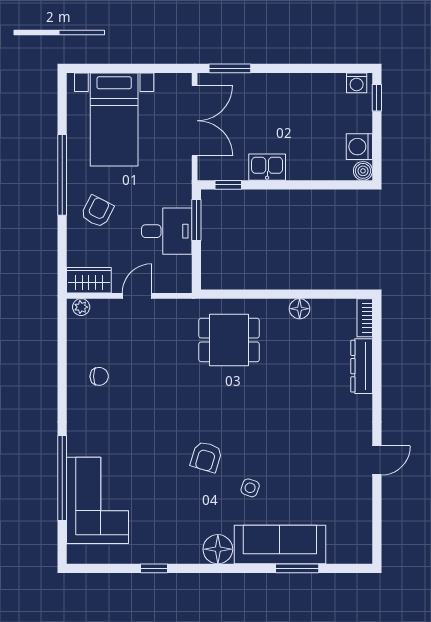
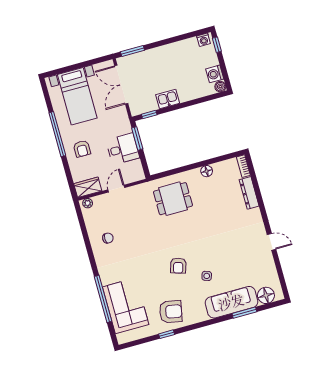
double door: (195, 121) -> (121, 85), swing flipped
armchair: (97, 211) -> (82, 149), turned 153
door: (377, 460) -> (272, 242), hinge flipped
armchair: (172, 532) -> (171, 312), added
floor lamp: (218, 549) -> (266, 295), moved

